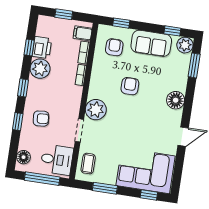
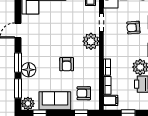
armchair: (114, 47) -> (84, 93), turned 90
window: (189, 97) -> (18, 63), added
floor lamp: (176, 100) -> (29, 70), moved

